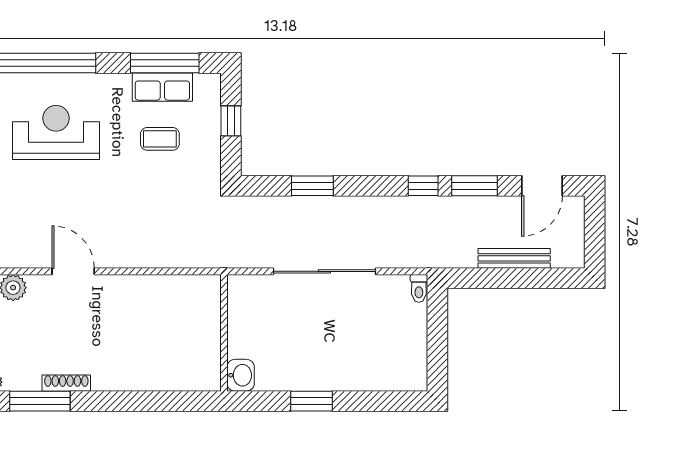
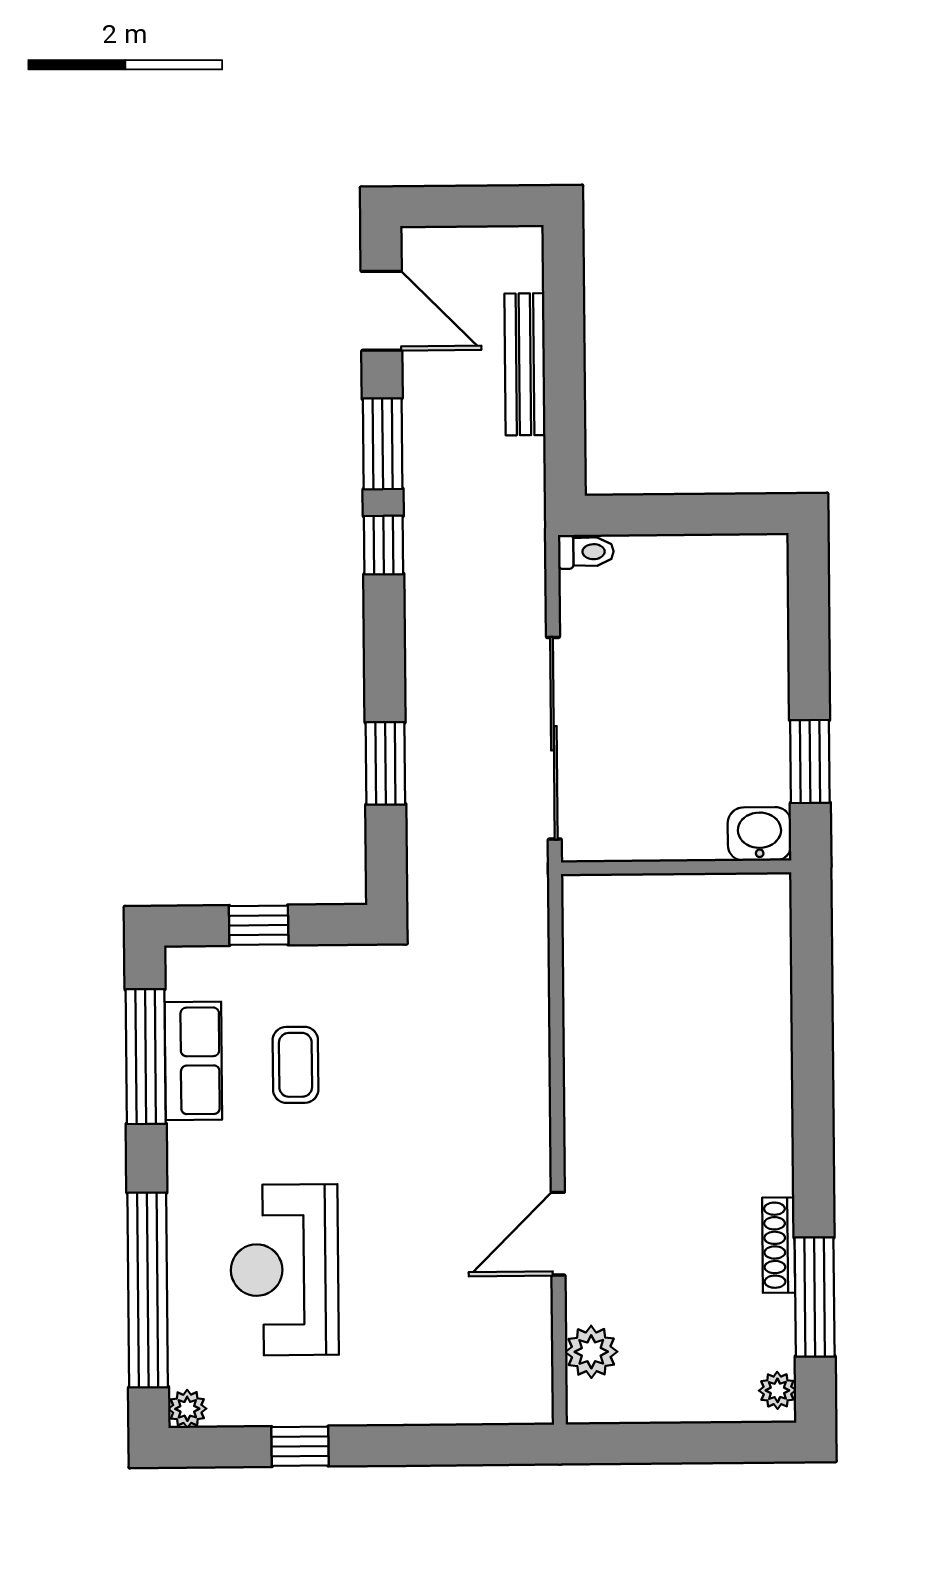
wall: (224, 333) -> (676, 867), moved
washbasin: (241, 375) -> (760, 834), moved

